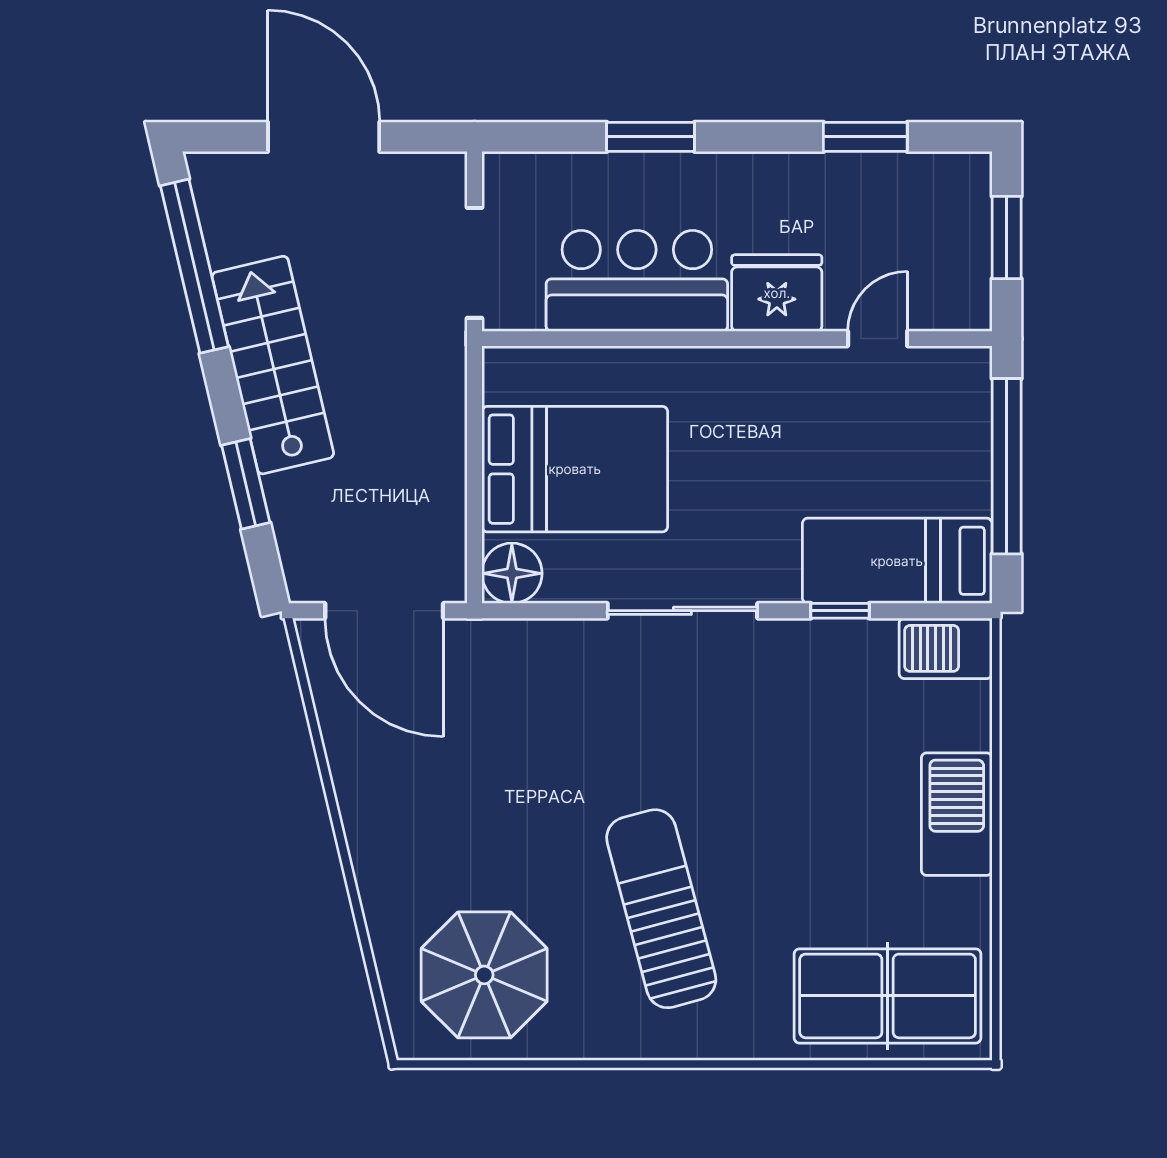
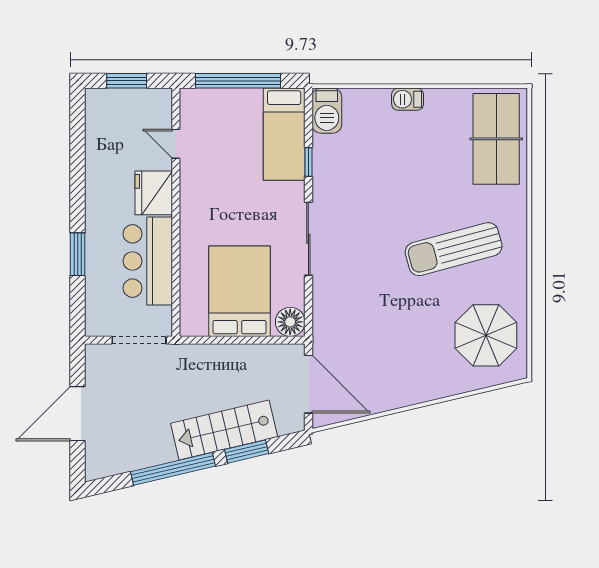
window: (865, 137) -> (78, 150), removed
window: (194, 266) -> (173, 469), moved
stairs: (273, 365) -> (224, 430), moved
door: (384, 611) -> (308, 384), hinge flipped
barbecue: (957, 814) -> (408, 99), width x0.53, depth x0.65

